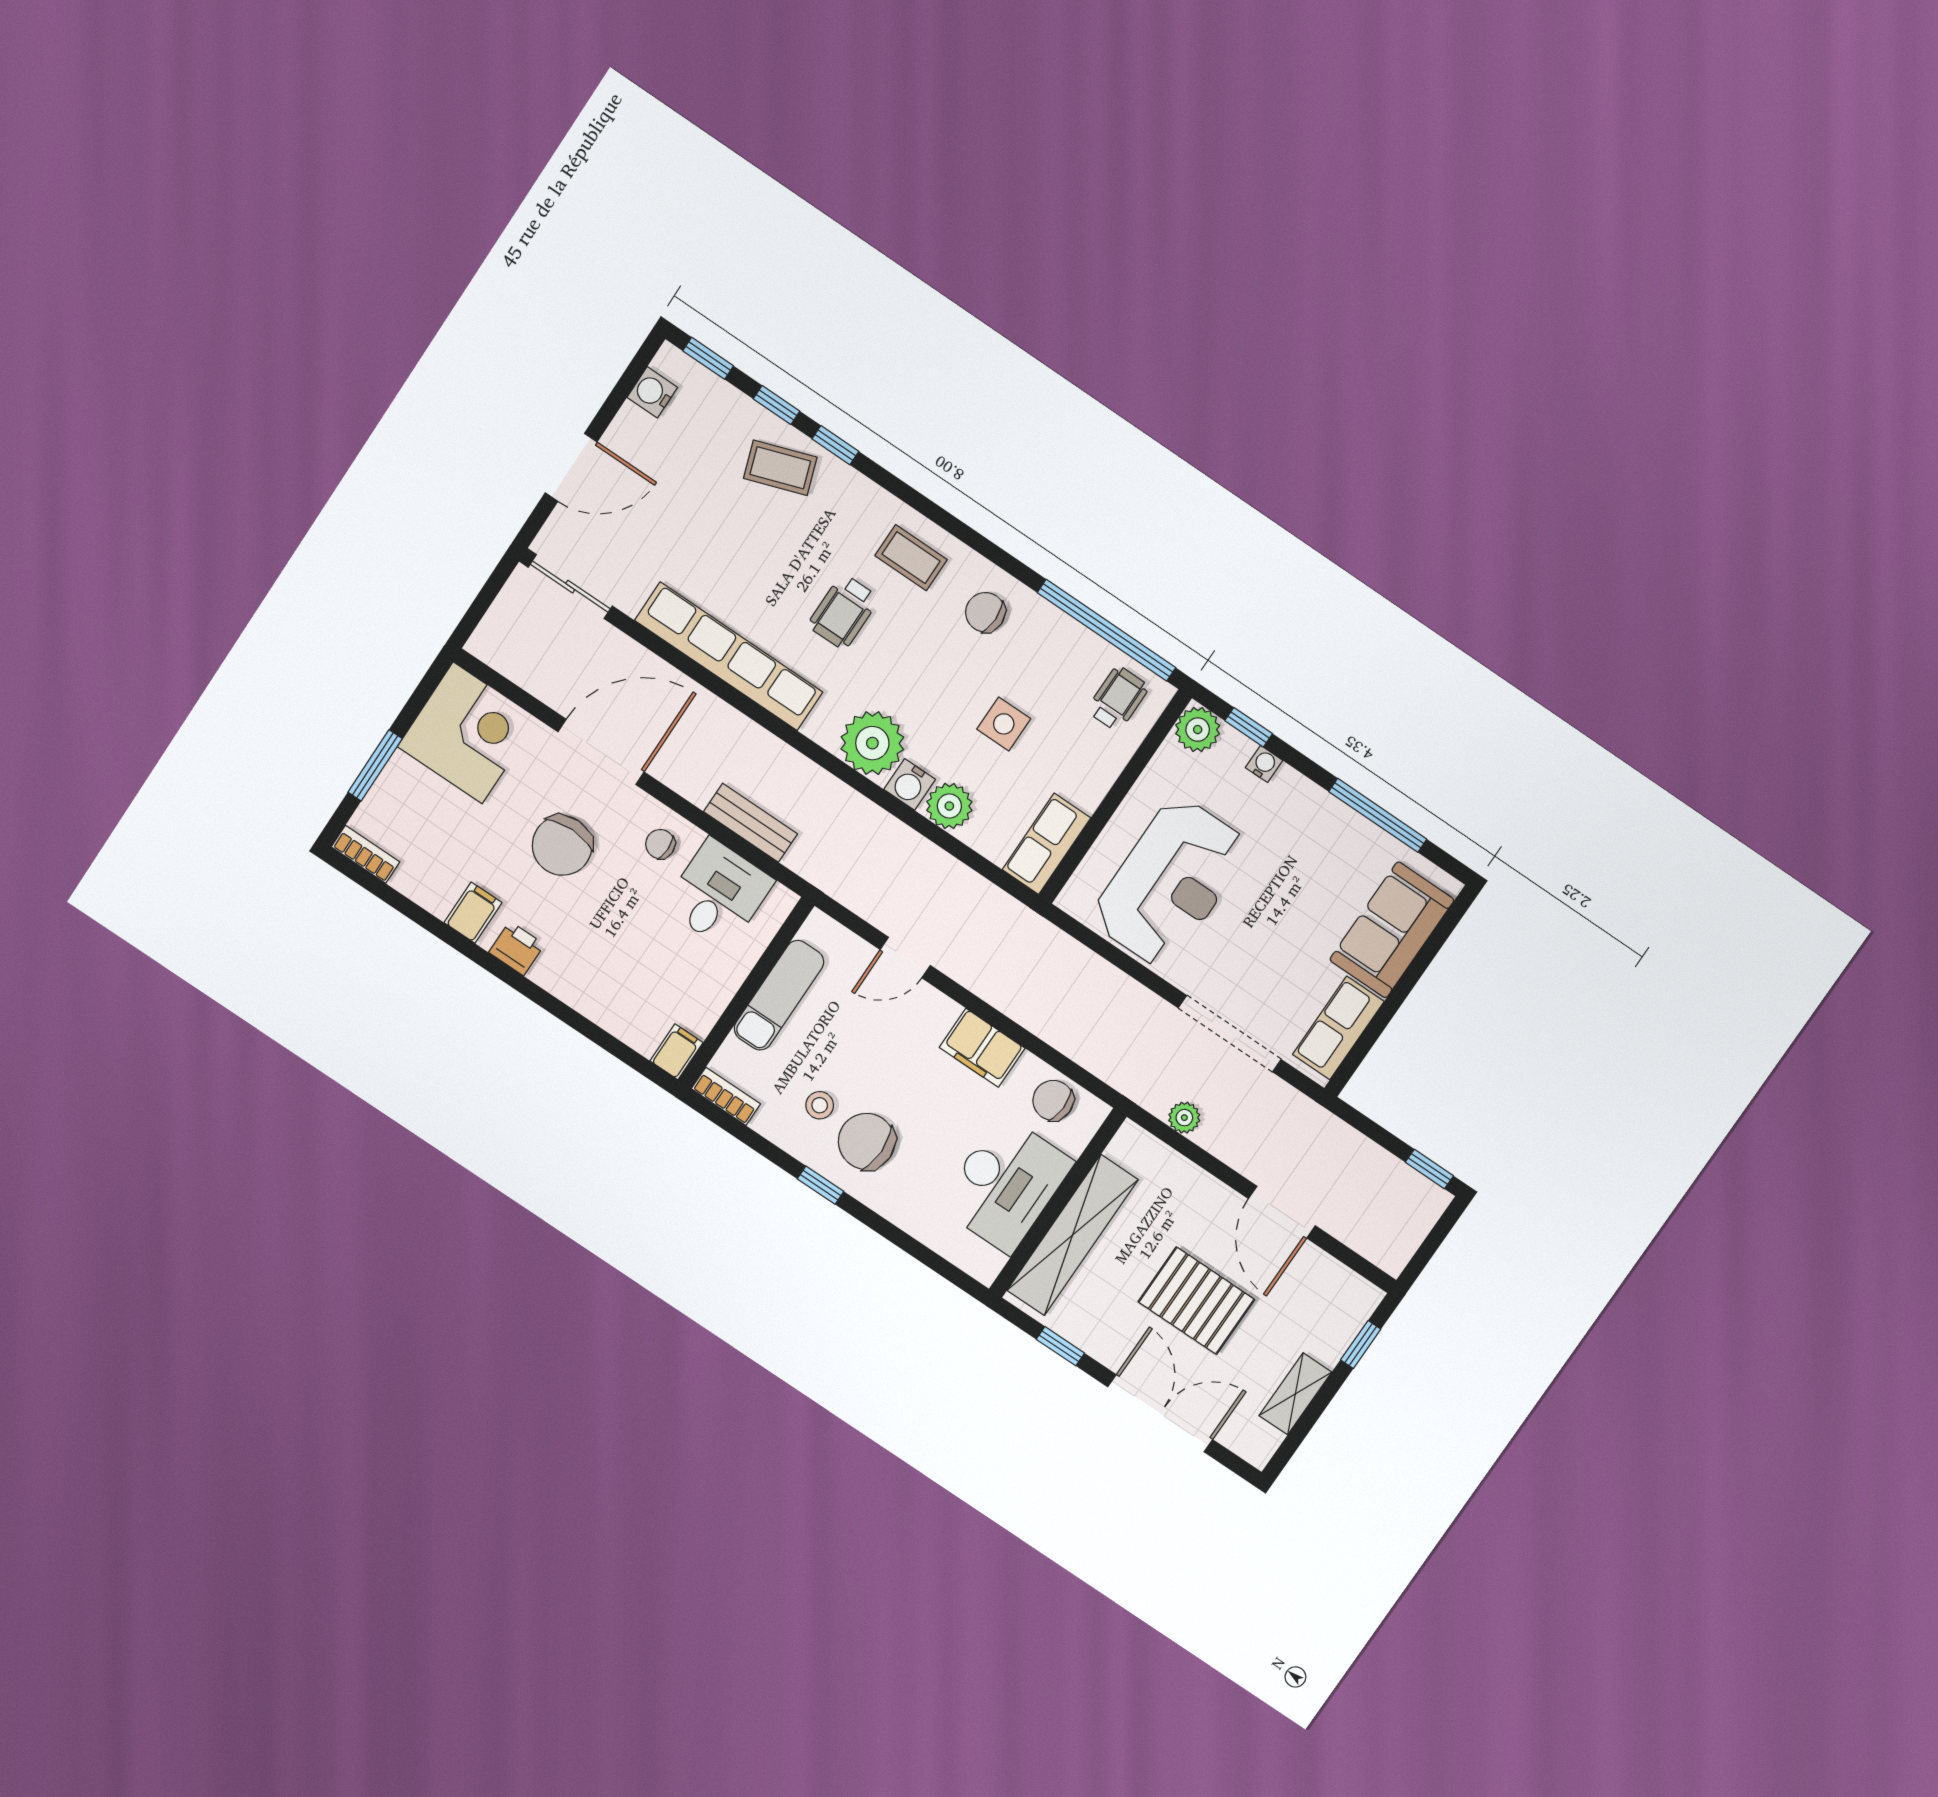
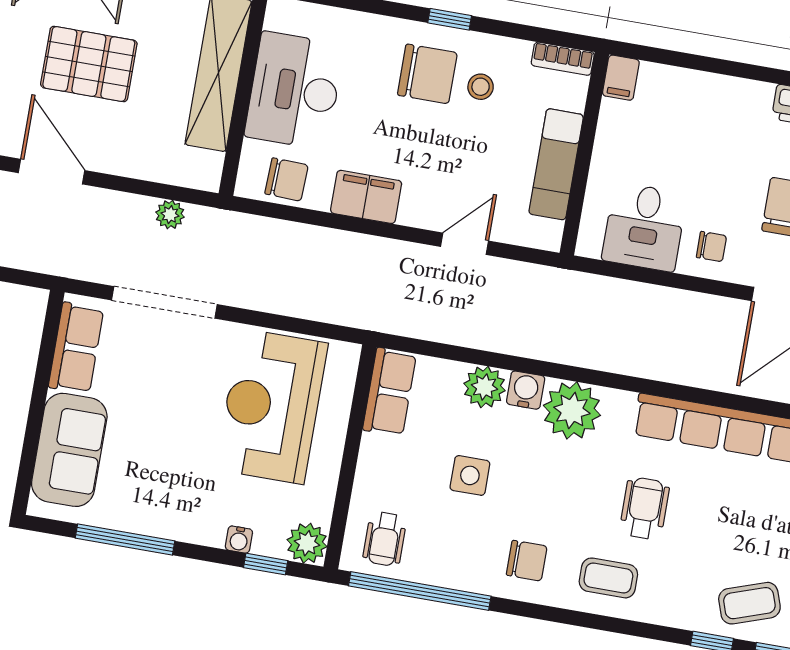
bench: (750, 823) -> (644, 298), removed

